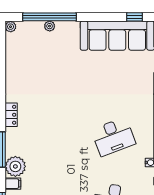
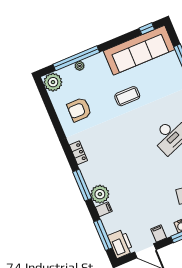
plant: (11, 27) -> (53, 82), width x1.88, depth x1.88
armchair: (30, 71) -> (79, 110), added
coffee table: (85, 78) -> (127, 96), added

